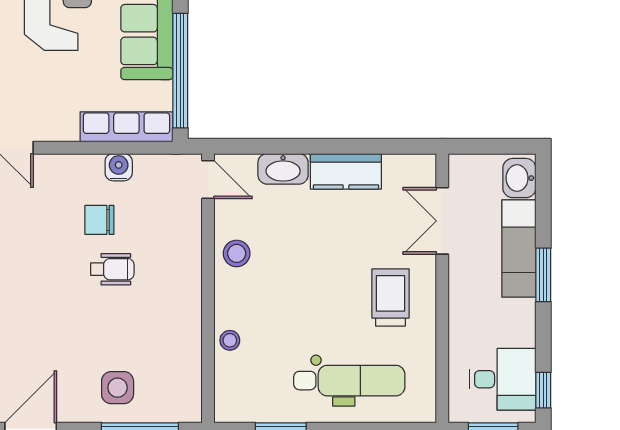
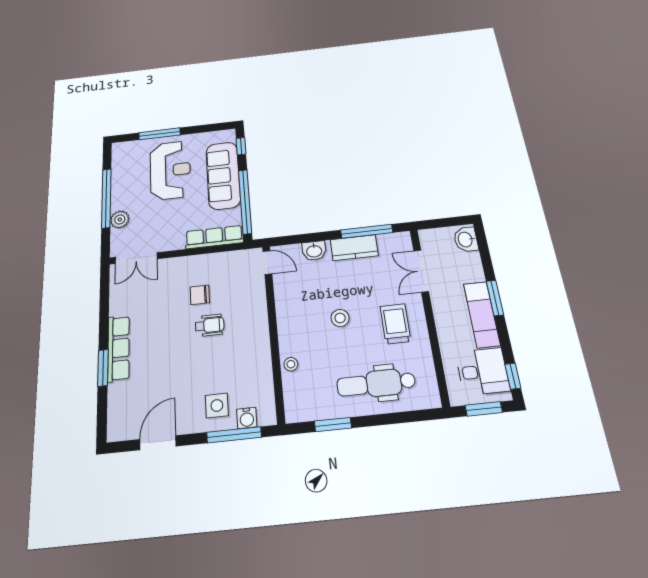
window: (369, 146) -> (367, 231), added
water cooler: (119, 167) -> (247, 418), moved, turned 180
washbasin: (283, 169) -> (314, 251), width x0.72
exam couch: (519, 249) -> (482, 314), moved
stool: (237, 253) -> (340, 318), moved
dental chair: (349, 381) -> (376, 384), turned 180

